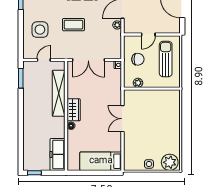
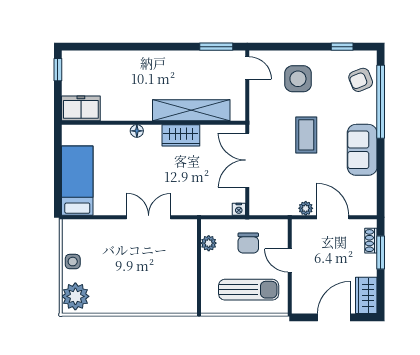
door: (44, 60) -> (247, 68), moved
wardrobe: (74, 110) -> (181, 135), moved
freezer: (58, 154) -> (81, 108), width x0.71

